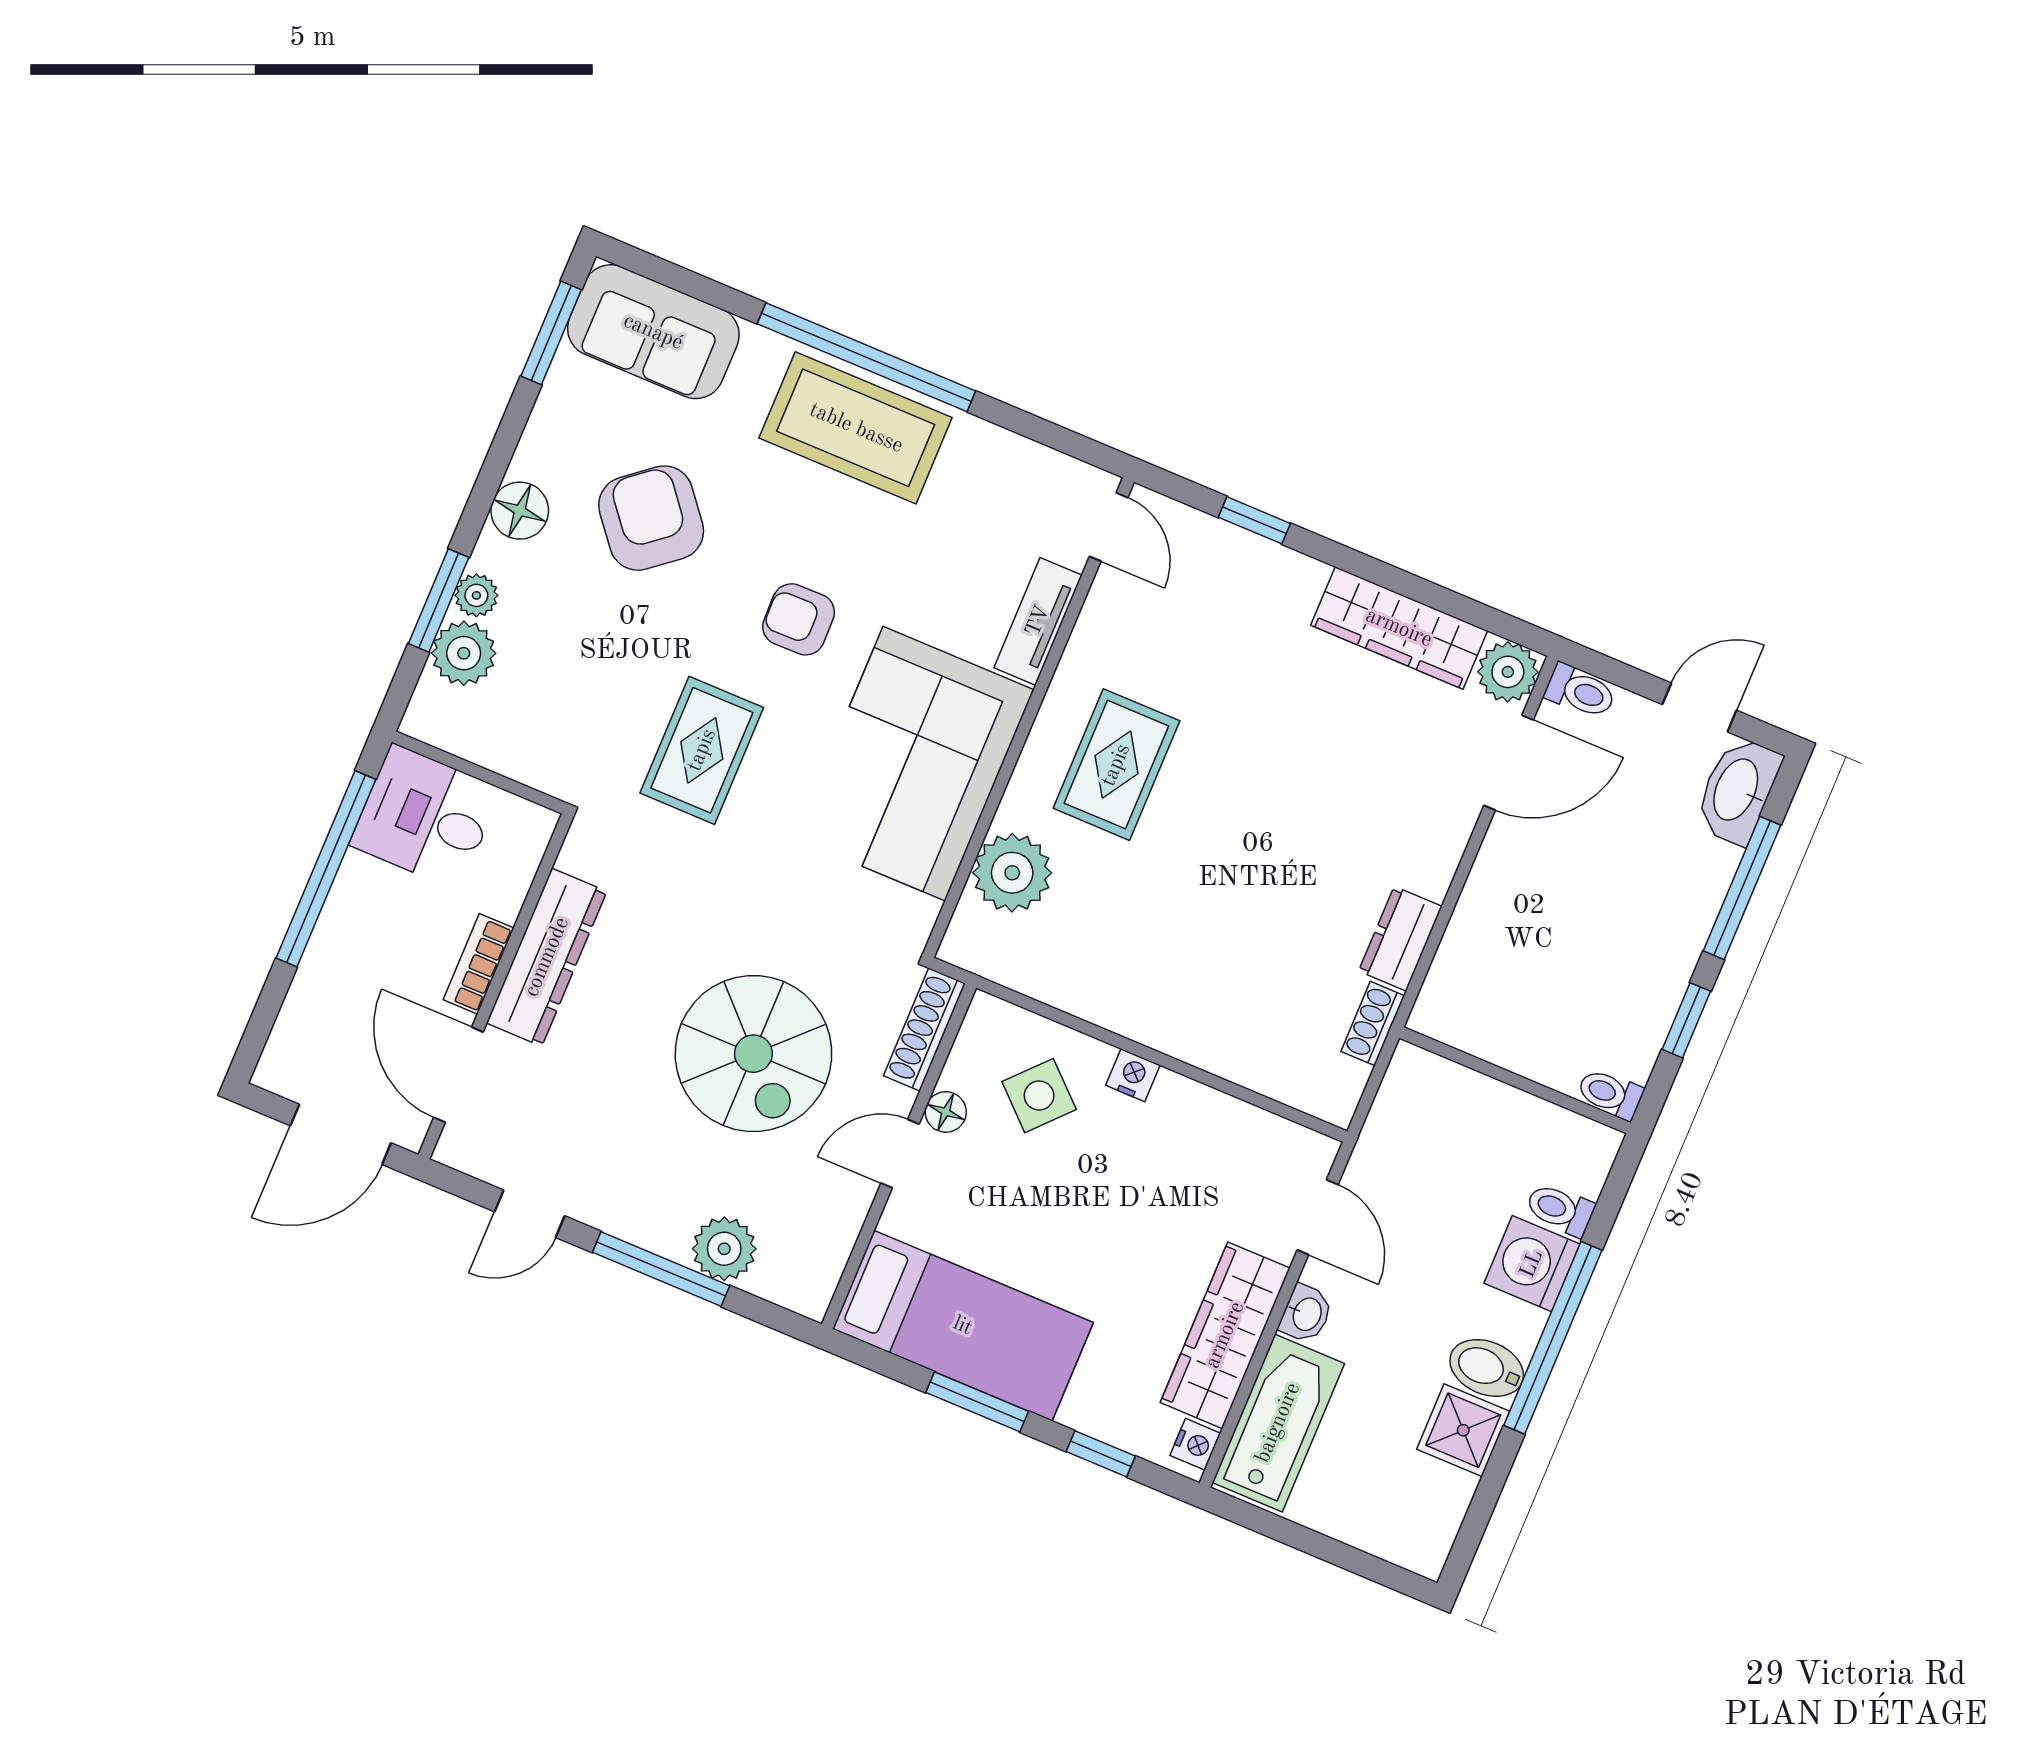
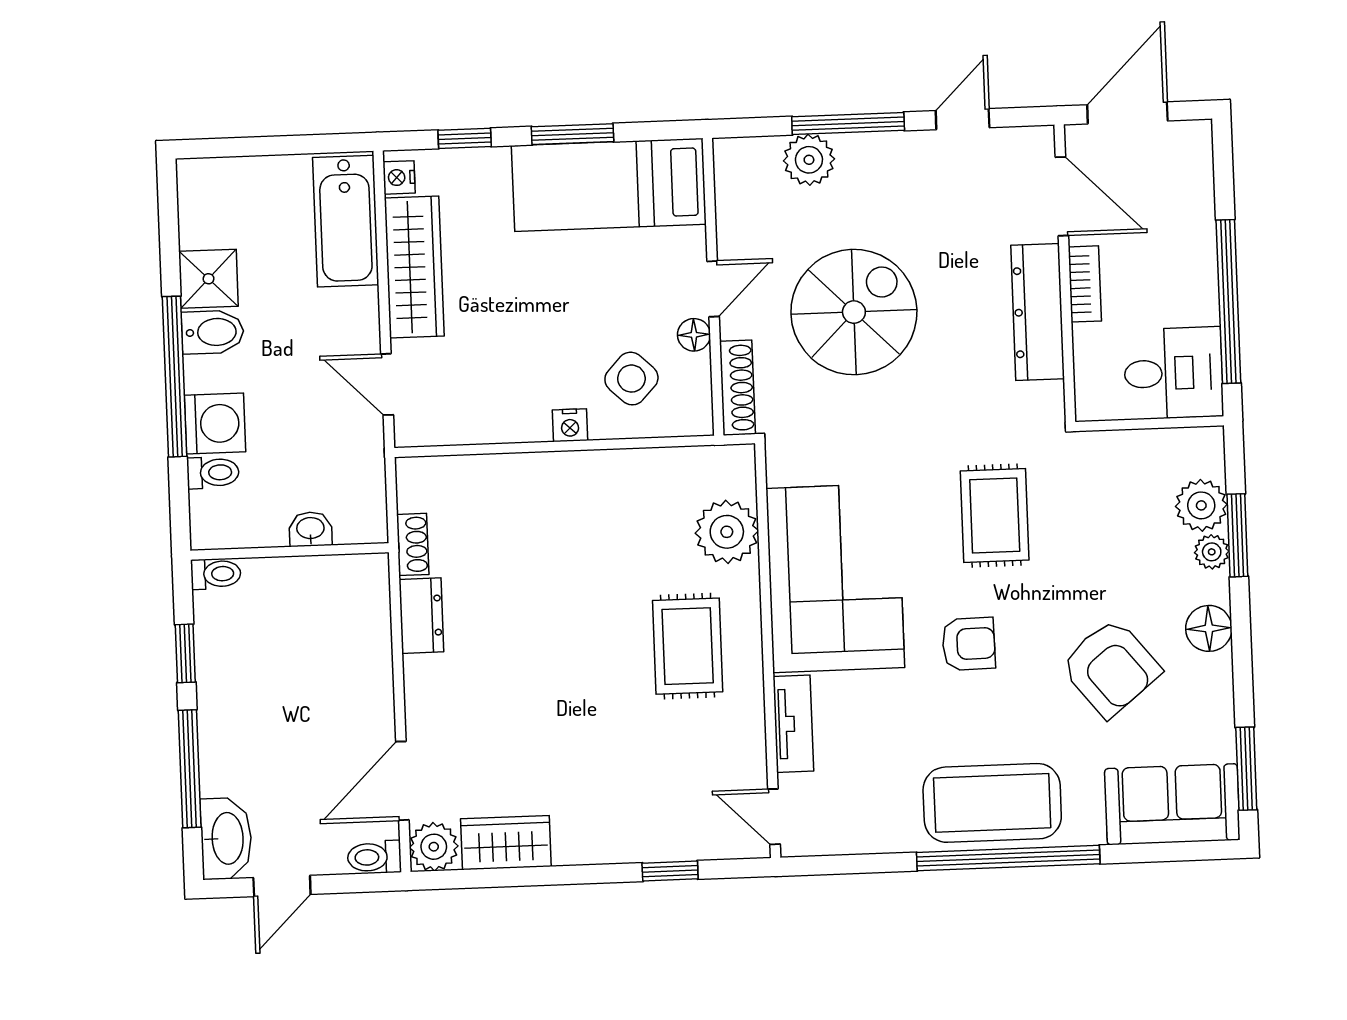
wardrobe: (1399, 628) -> (506, 843), width x0.67
spiral stairs: (753, 1054) -> (854, 312), turned 90
washbasin: (1306, 1314) -> (310, 529), moved, turned 90

